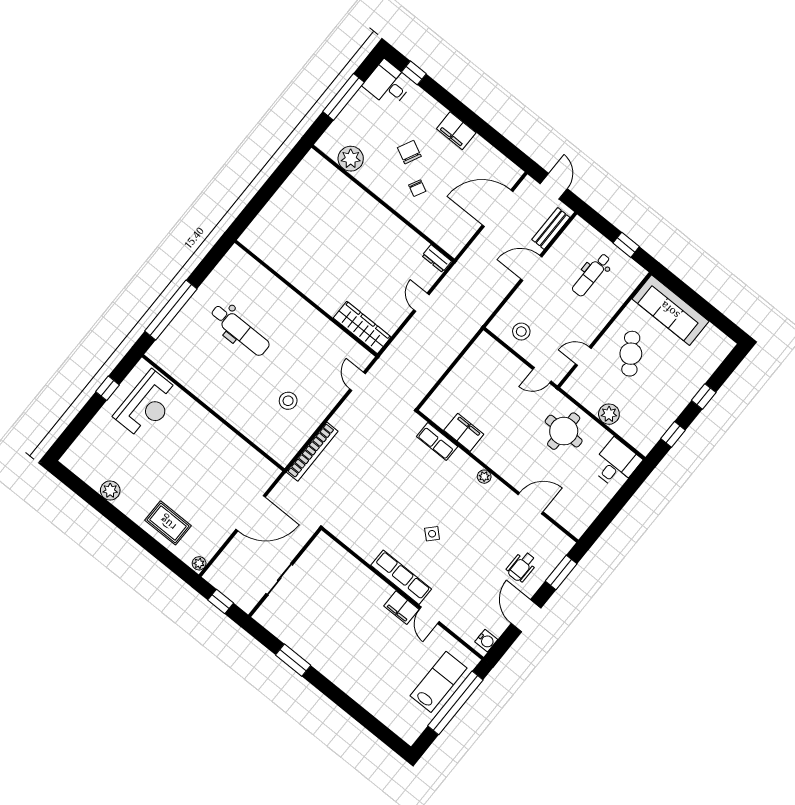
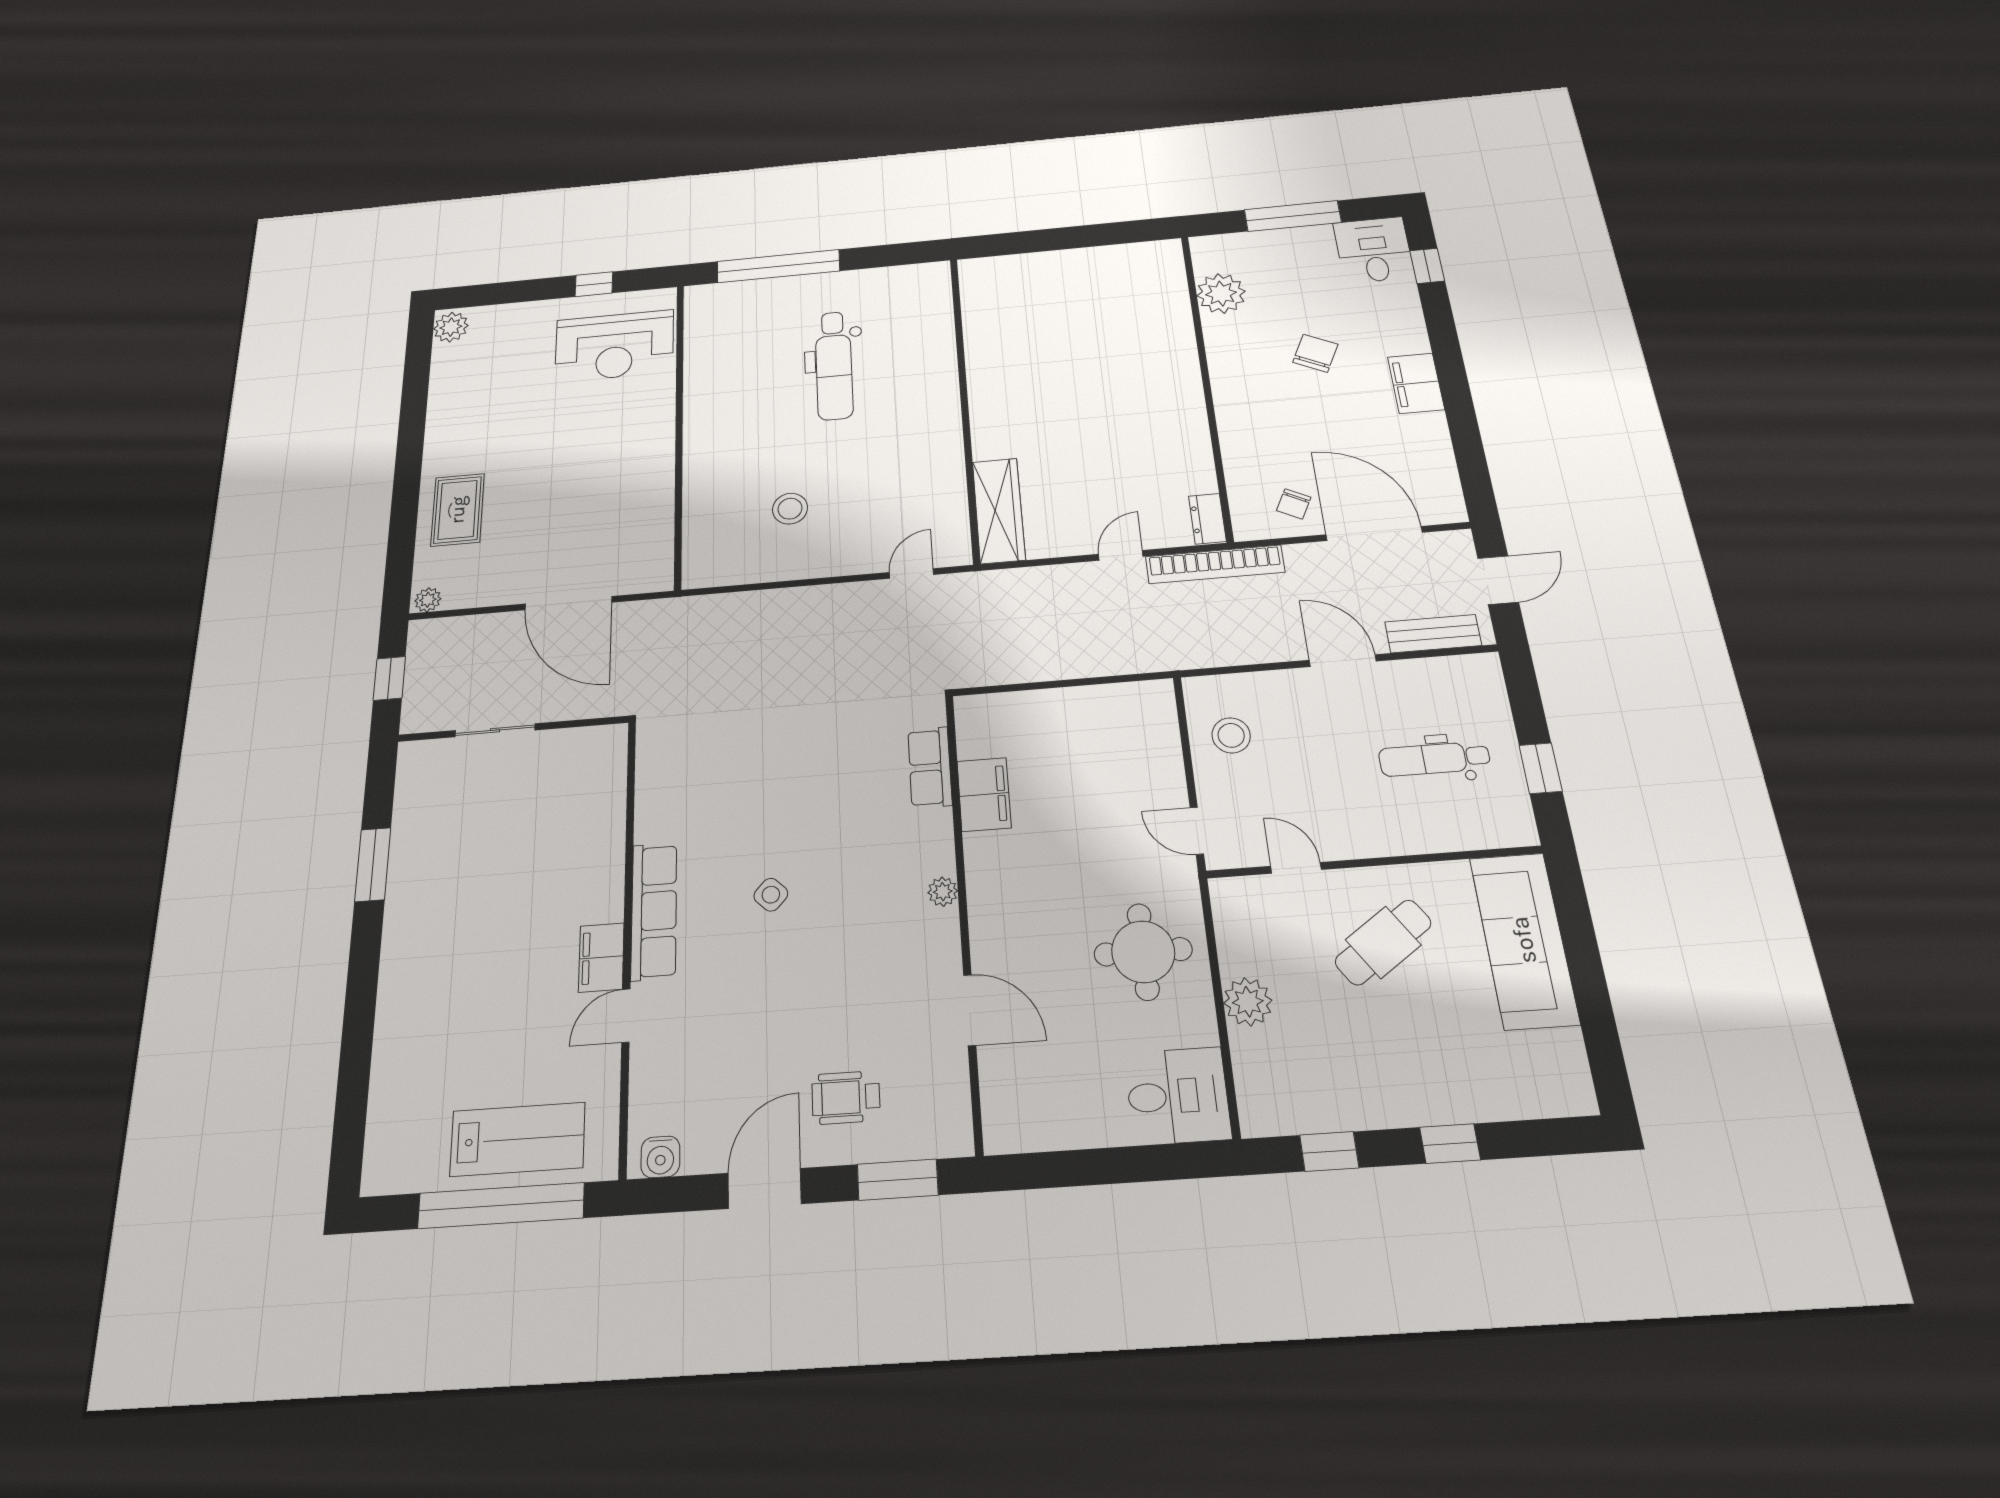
chair: (417, 188) -> (1294, 504), moved
bookcase: (312, 452) -> (1215, 564), moved
plant: (110, 490) -> (451, 327), moved

